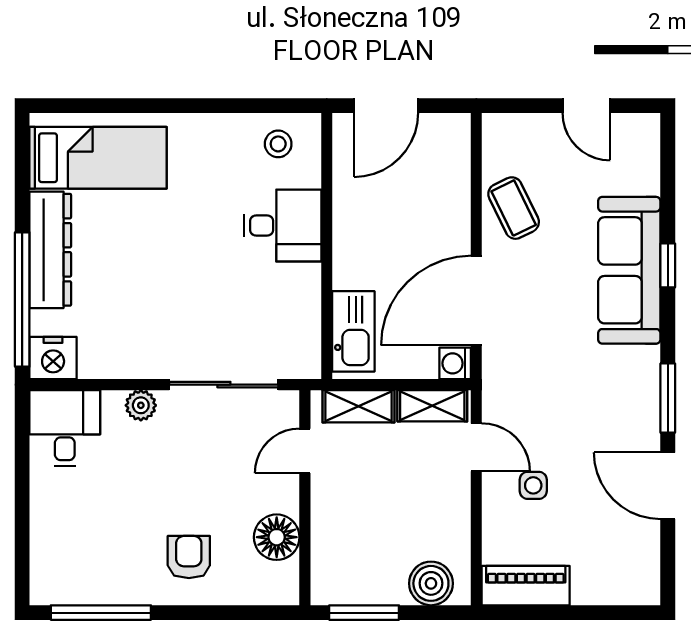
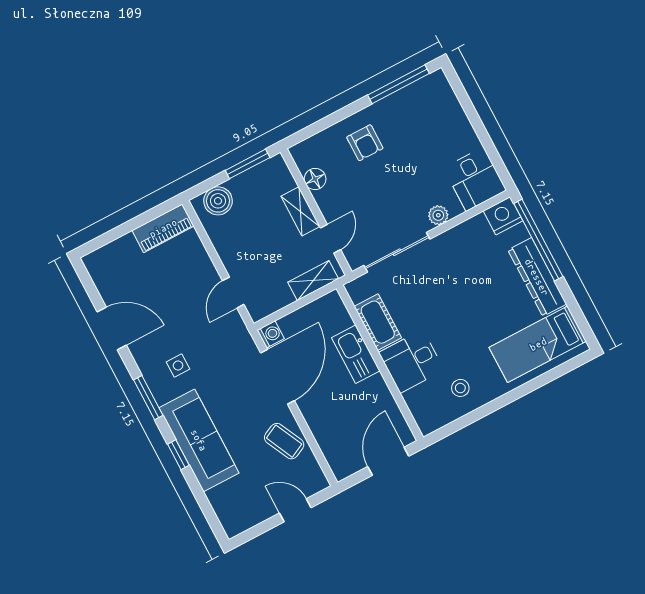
door: (586, 106) -> (295, 510), moved
stool: (278, 144) -> (460, 388), moved
cot: (300, 303) -> (378, 322), added
kitchen sink: (353, 331) -> (356, 354), moved
window: (668, 398) -> (148, 398), moved
shelving: (432, 406) -> (300, 211), moved, turned 90
door: (476, 447) -> (233, 293), hinge flipped
side table: (533, 485) -> (178, 365), moved
floor lamp: (277, 537) -> (315, 179), width x0.73, depth x0.73

